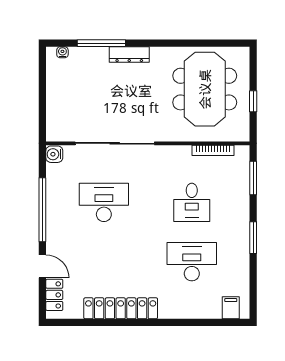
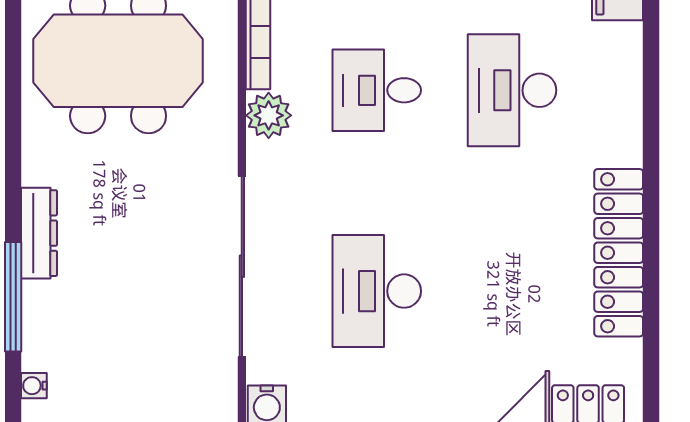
plant: (181, 155) -> (269, 115), added
desk: (192, 202) -> (377, 90), turned 180

